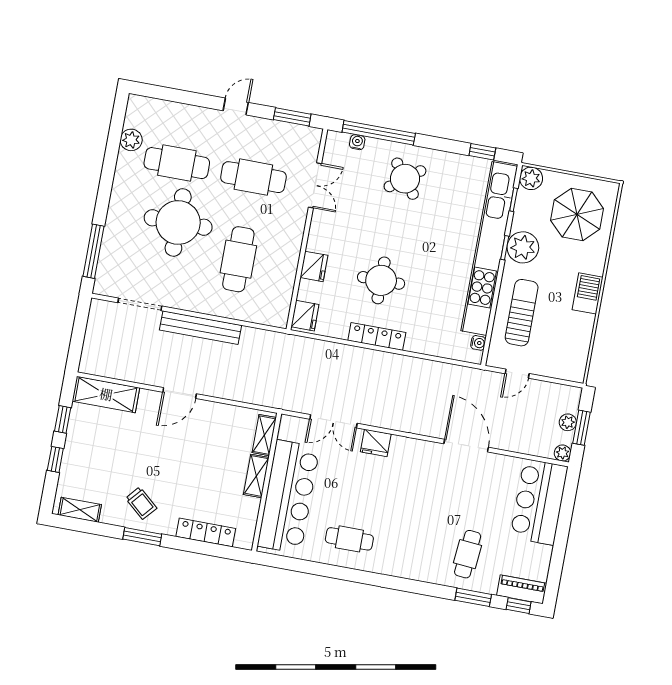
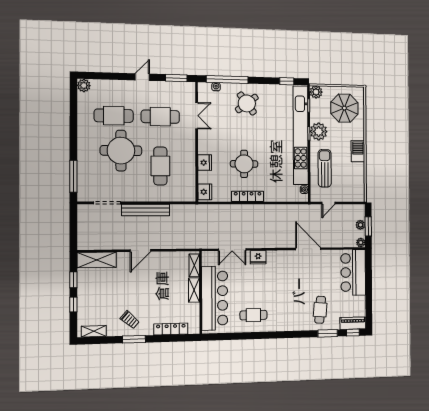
plant: (131, 140) -> (84, 85), moved

